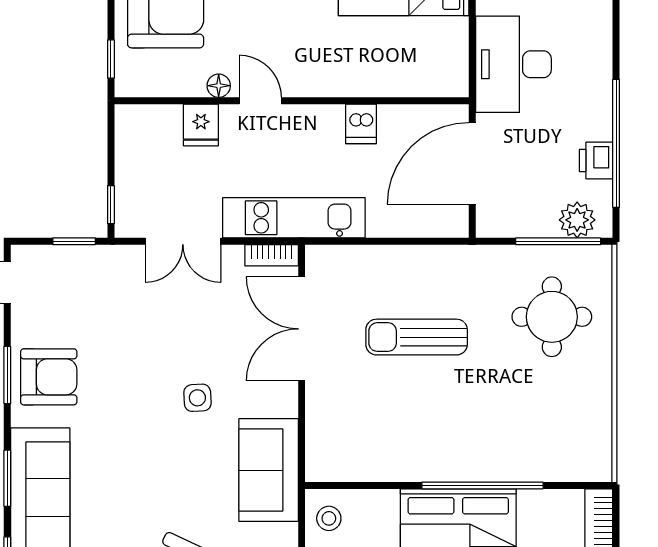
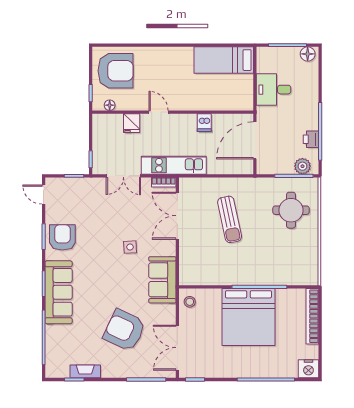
desk: (513, 64) -> (274, 90), width x0.73
floor lamp: (219, 86) -> (110, 105), moved
sun lounger: (417, 337) -> (230, 219), turned -102
armchair: (49, 377) -> (62, 237), turned -90

